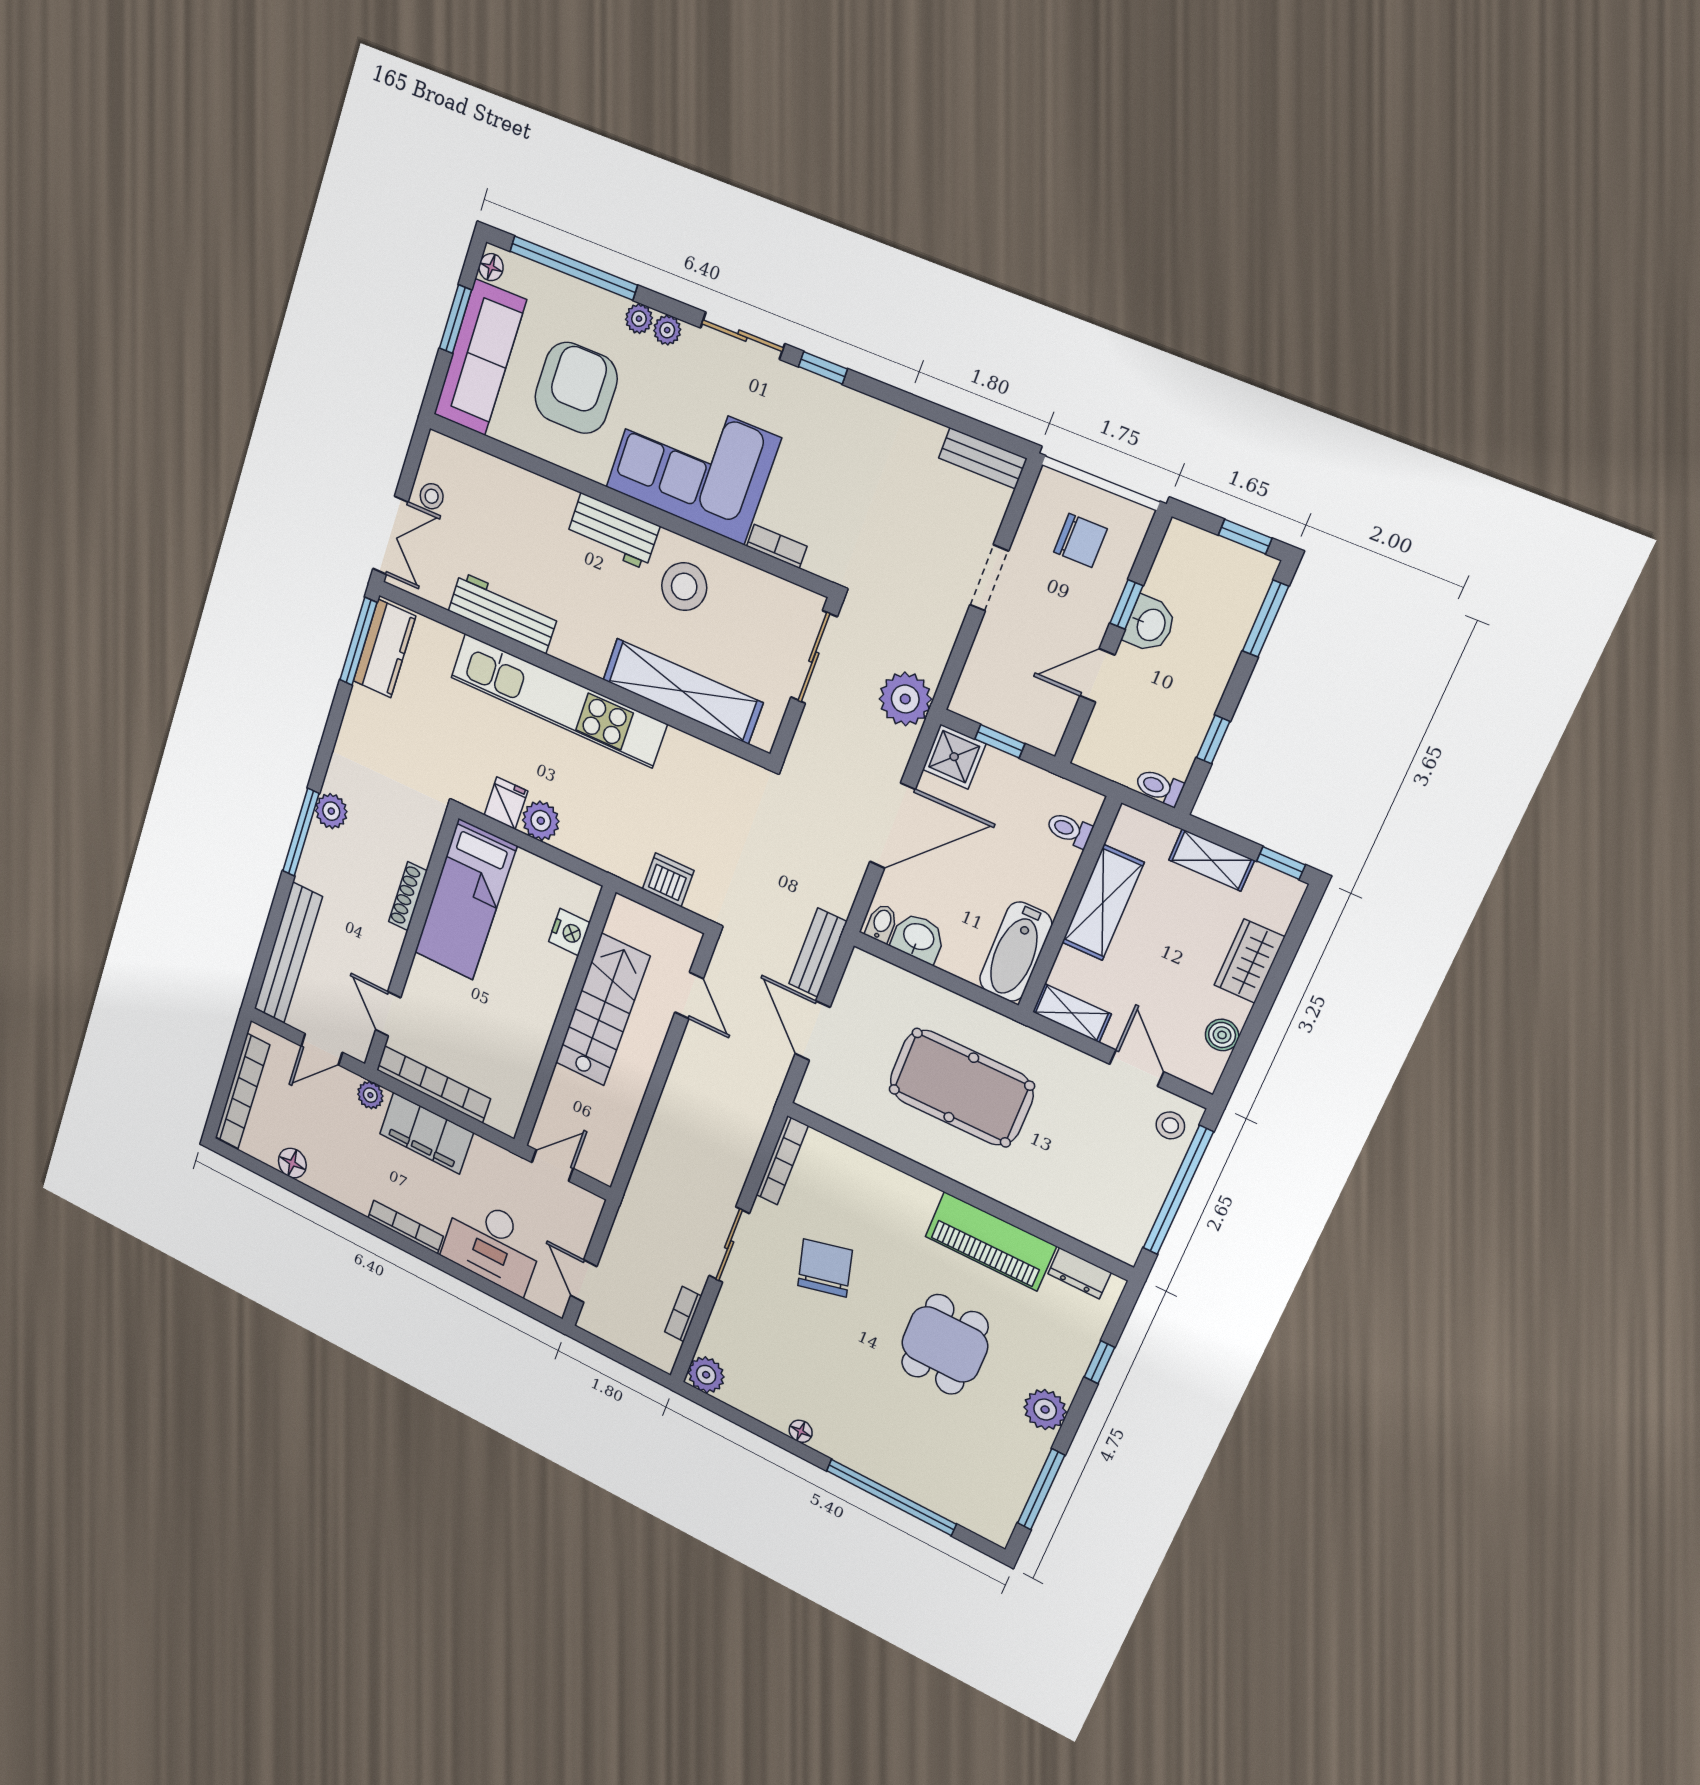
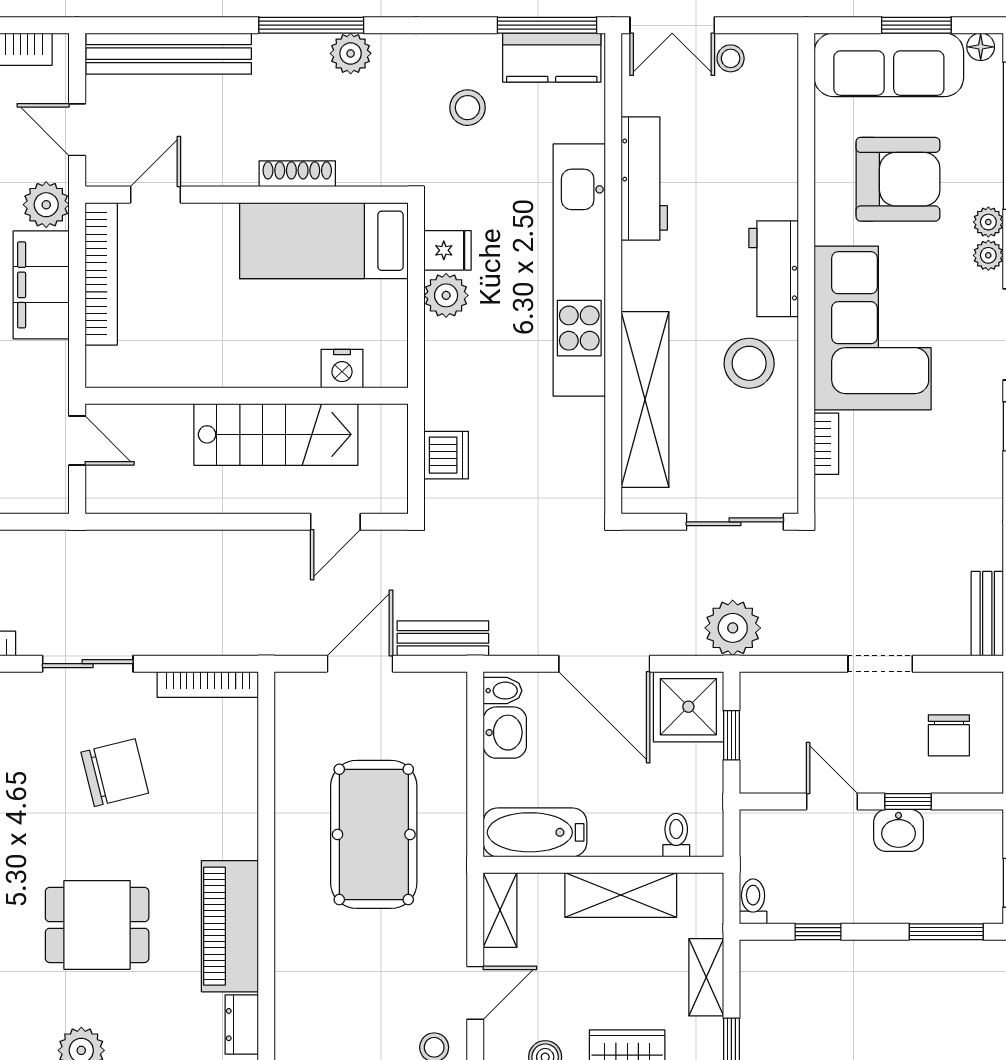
stool: (401, 736) -> (468, 108), added
shower: (954, 757) -> (688, 707), width x1.36, depth x1.36
plant: (370, 1095) -> (46, 205), width x1.38, depth x1.38

